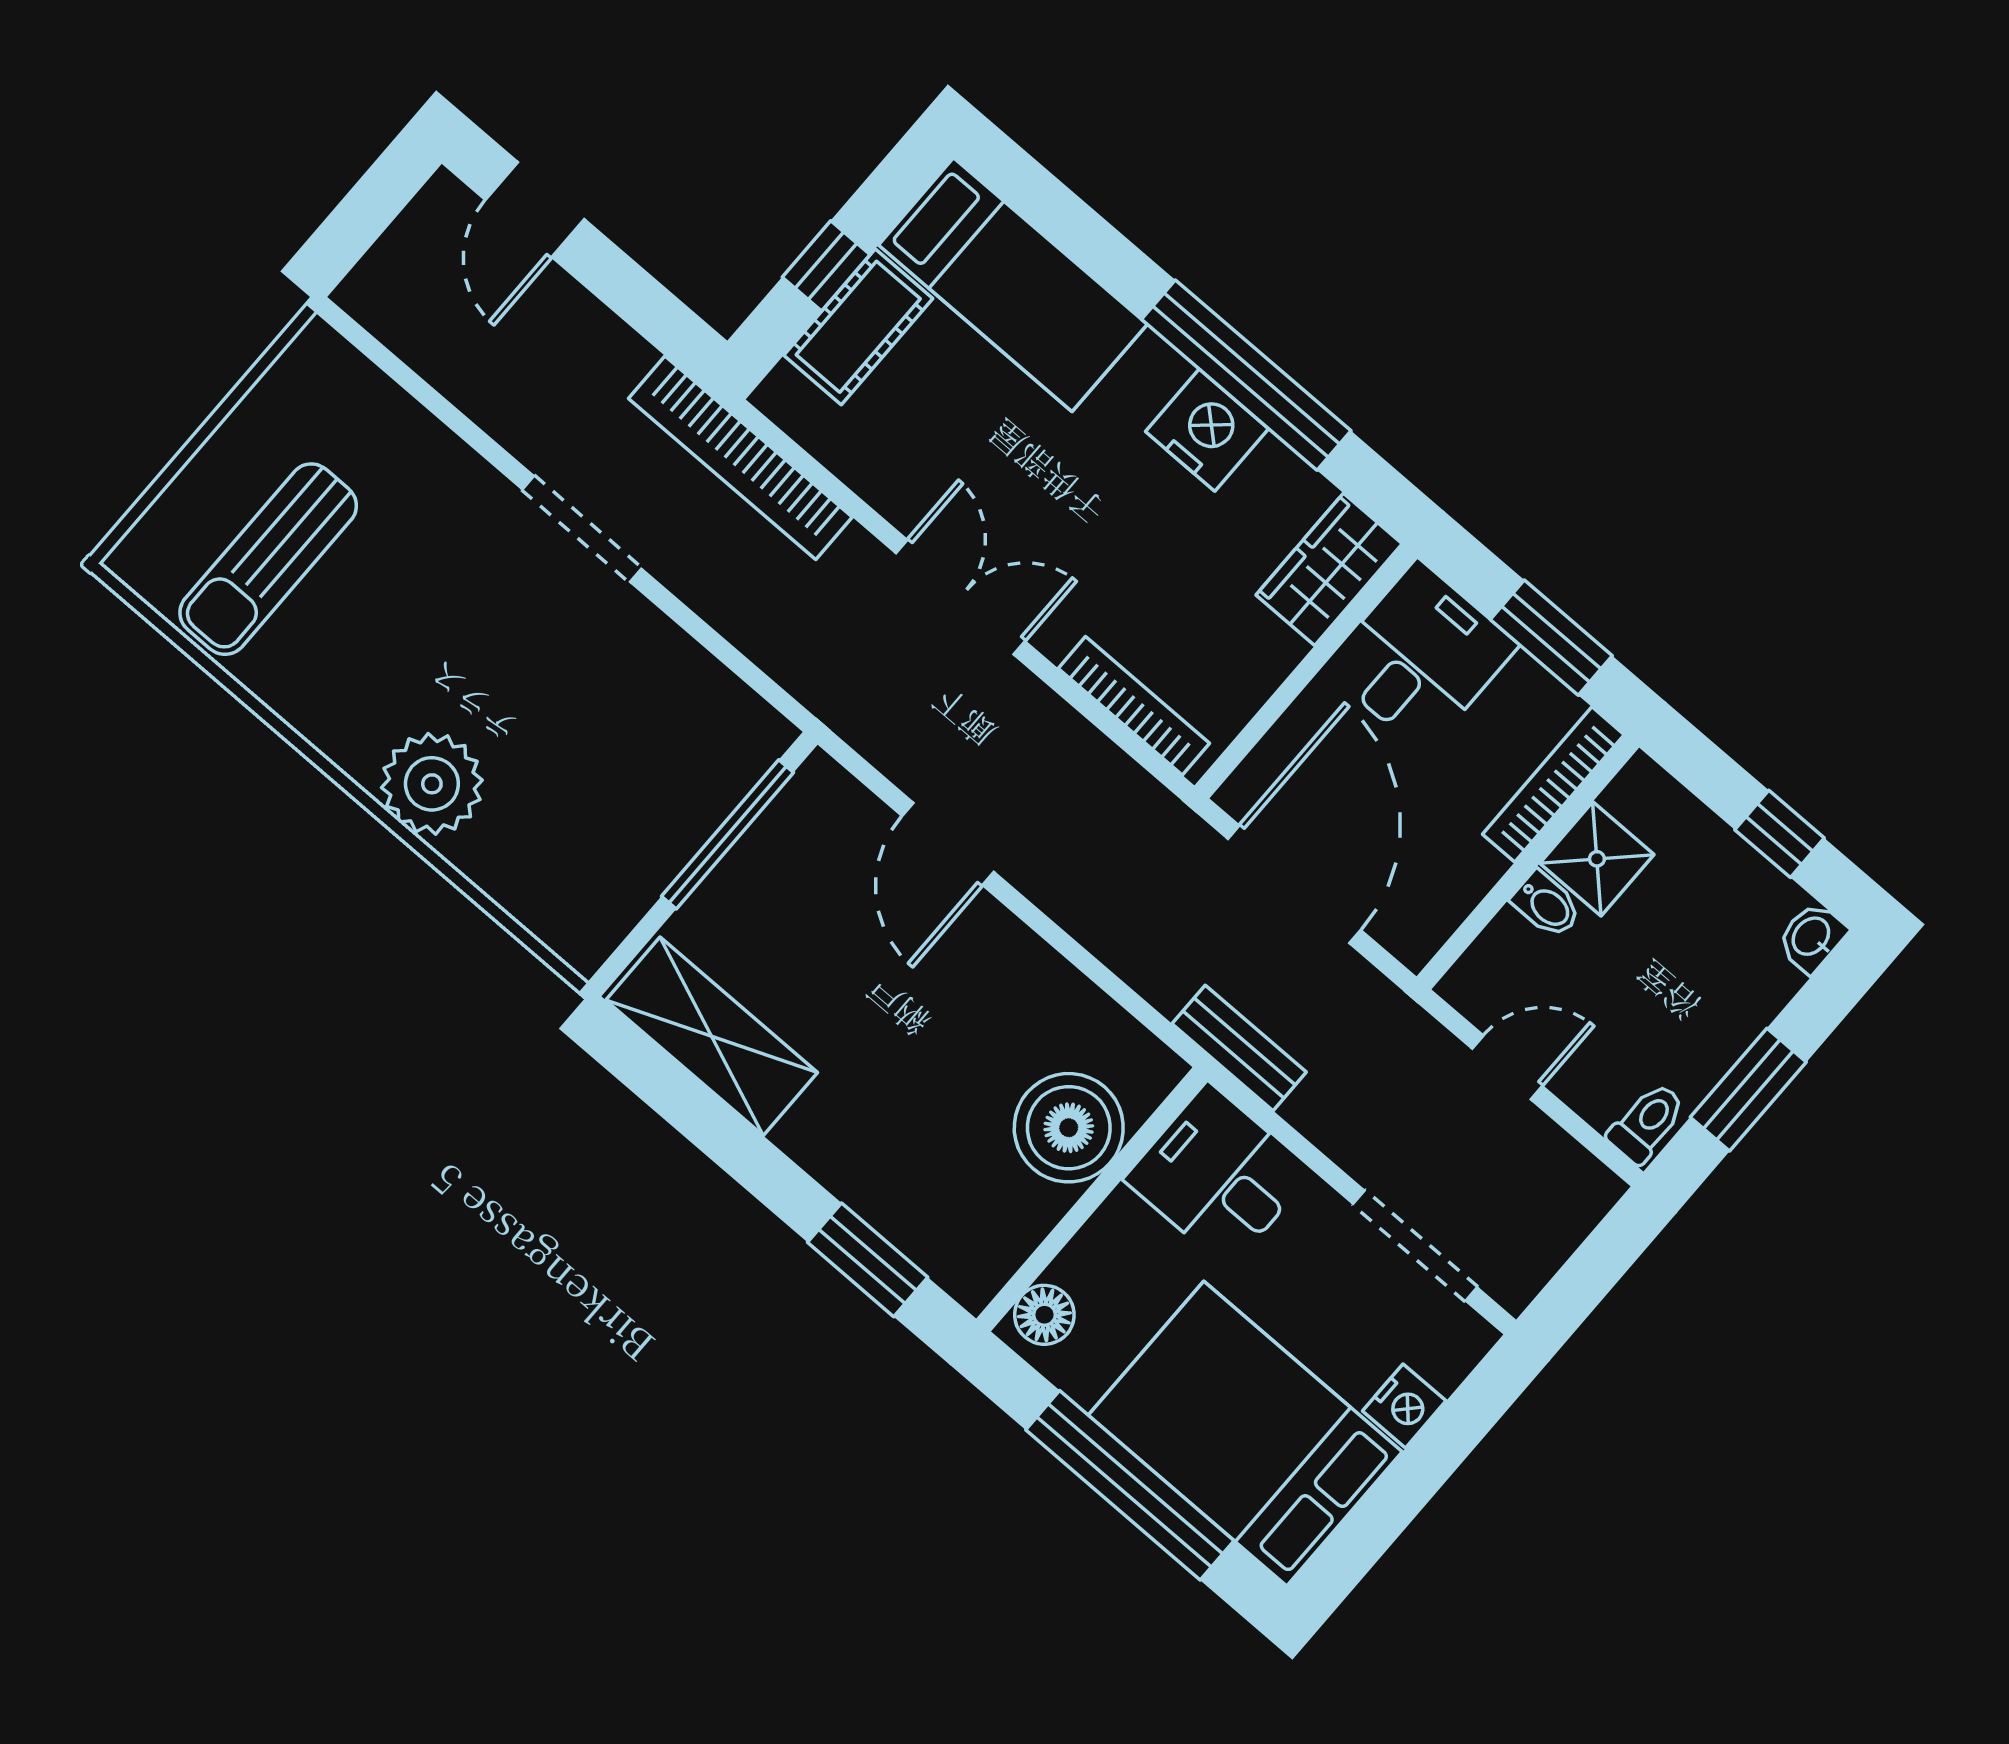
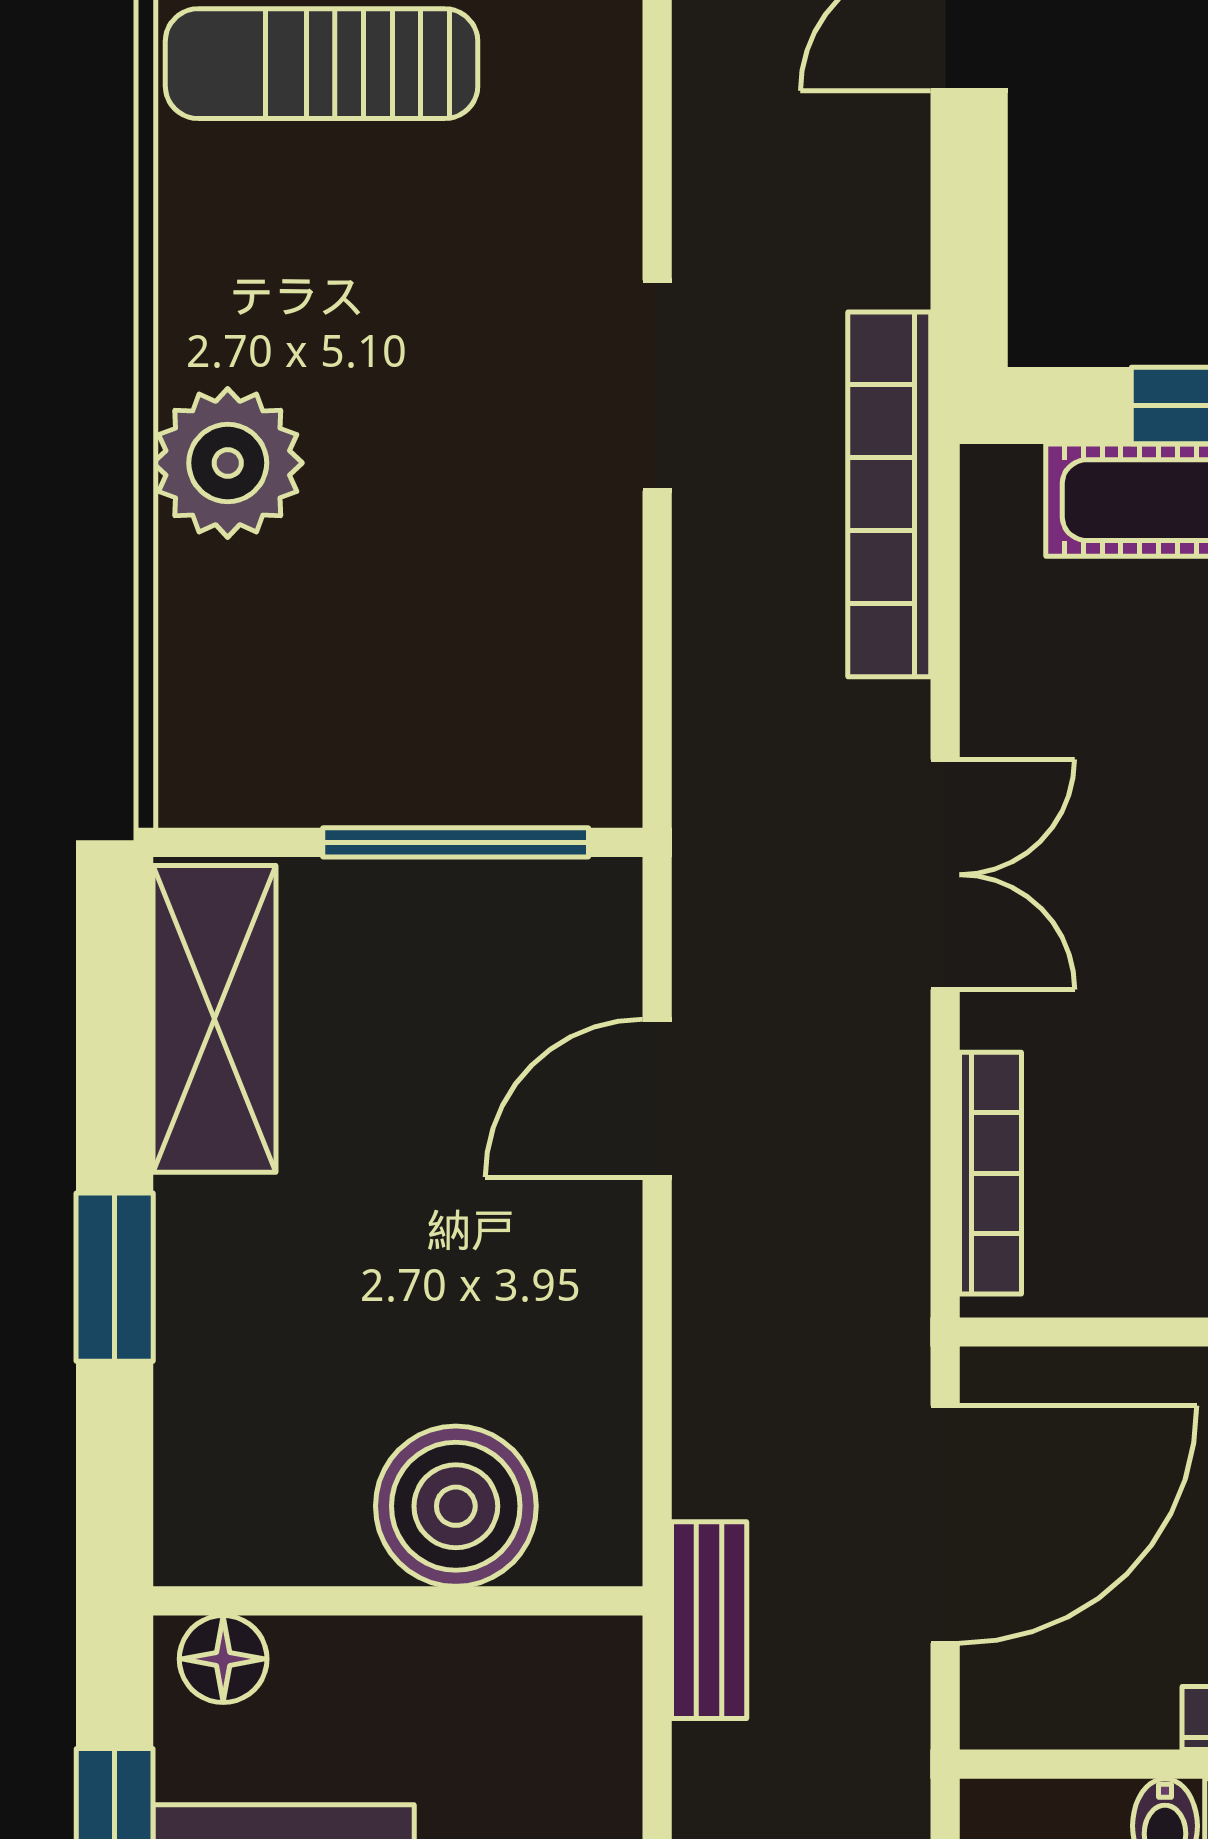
desk: (1218, 1176) -> (546, 1720), removed
window: (868, 1260) -> (115, 1277), moved

